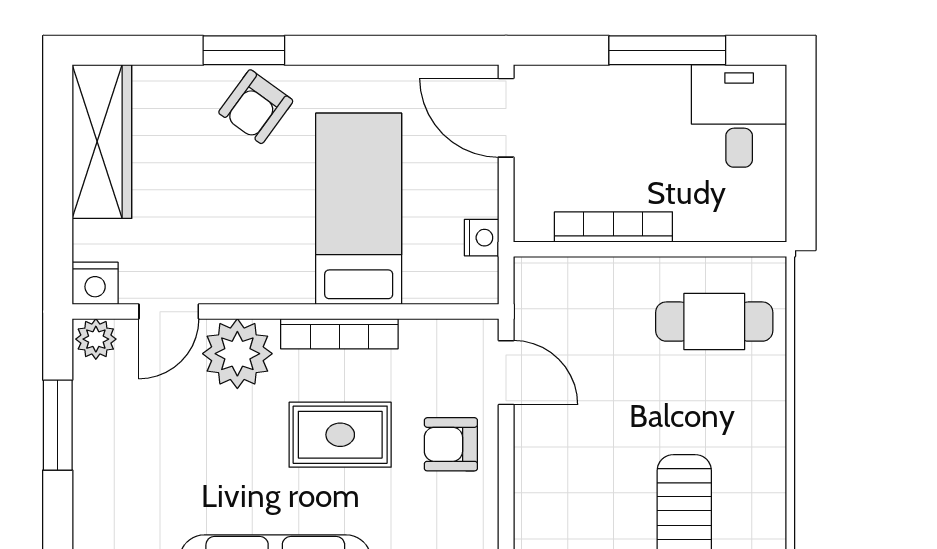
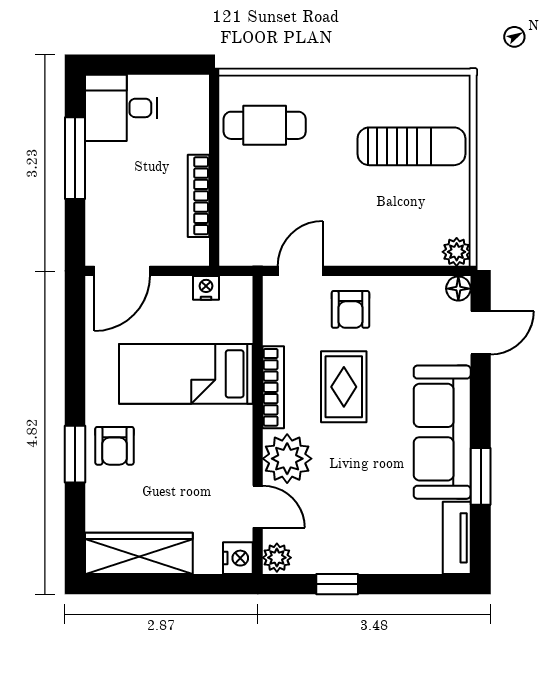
armchair: (256, 107) -> (114, 446), turned 54
cafe table: (714, 322) -> (265, 125), turned 90
window: (58, 425) -> (337, 584), width x0.67

